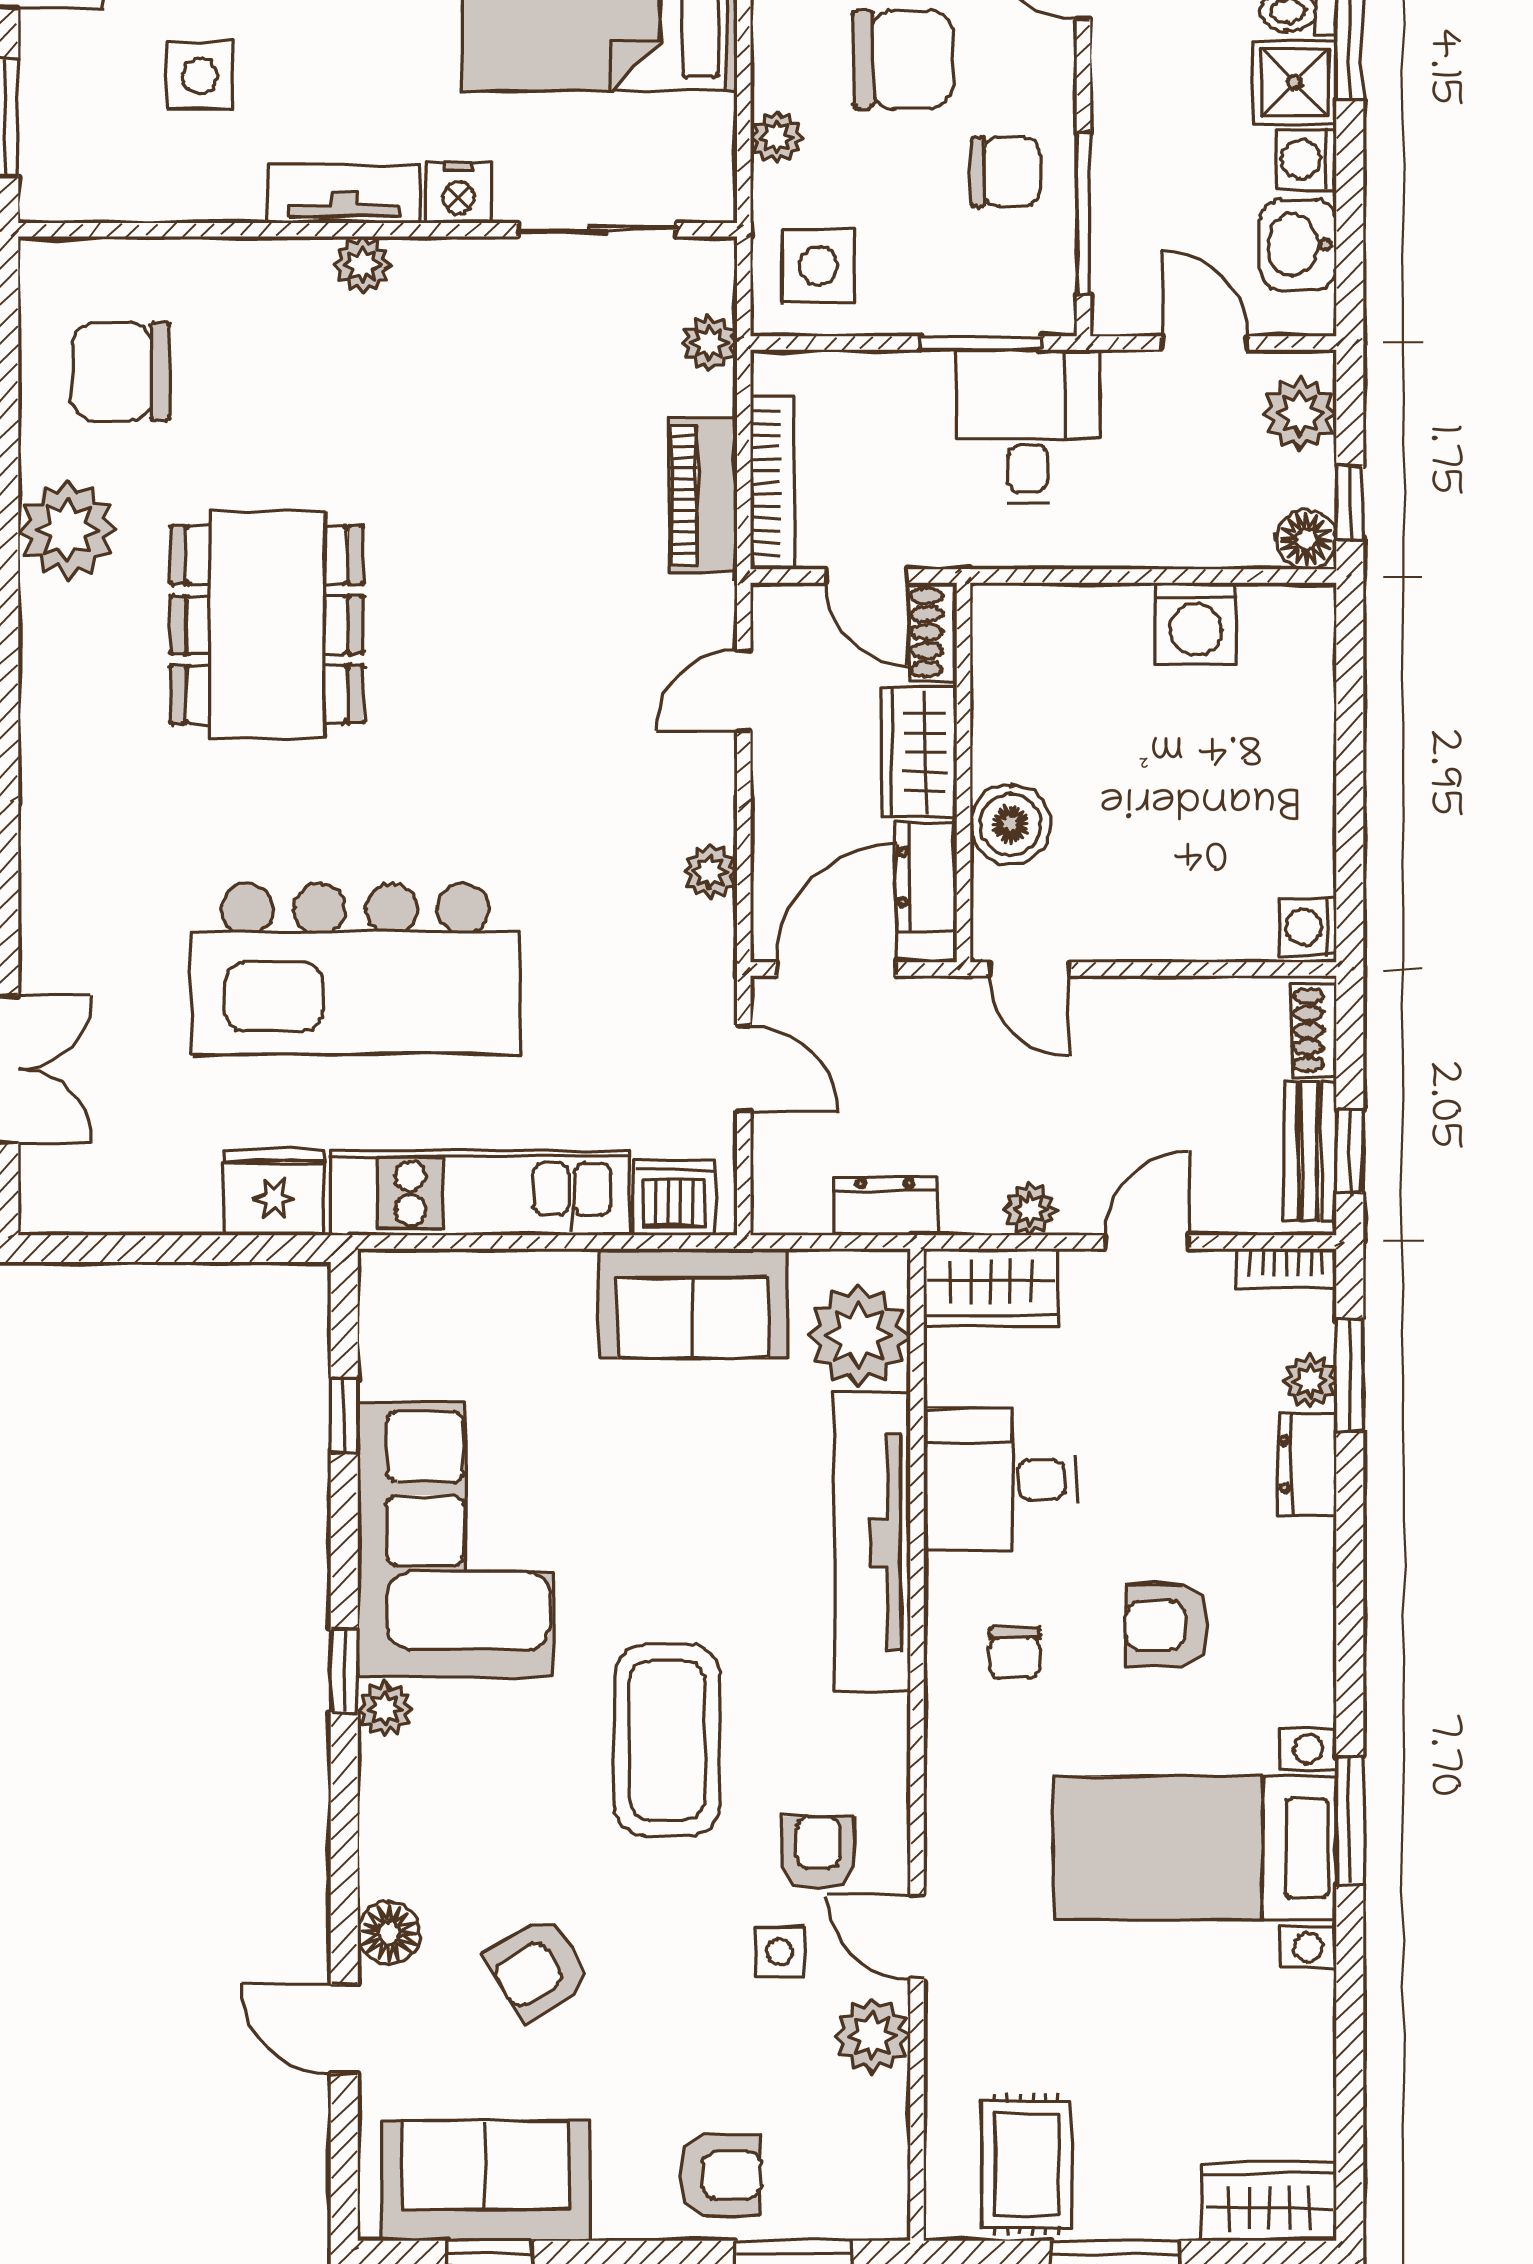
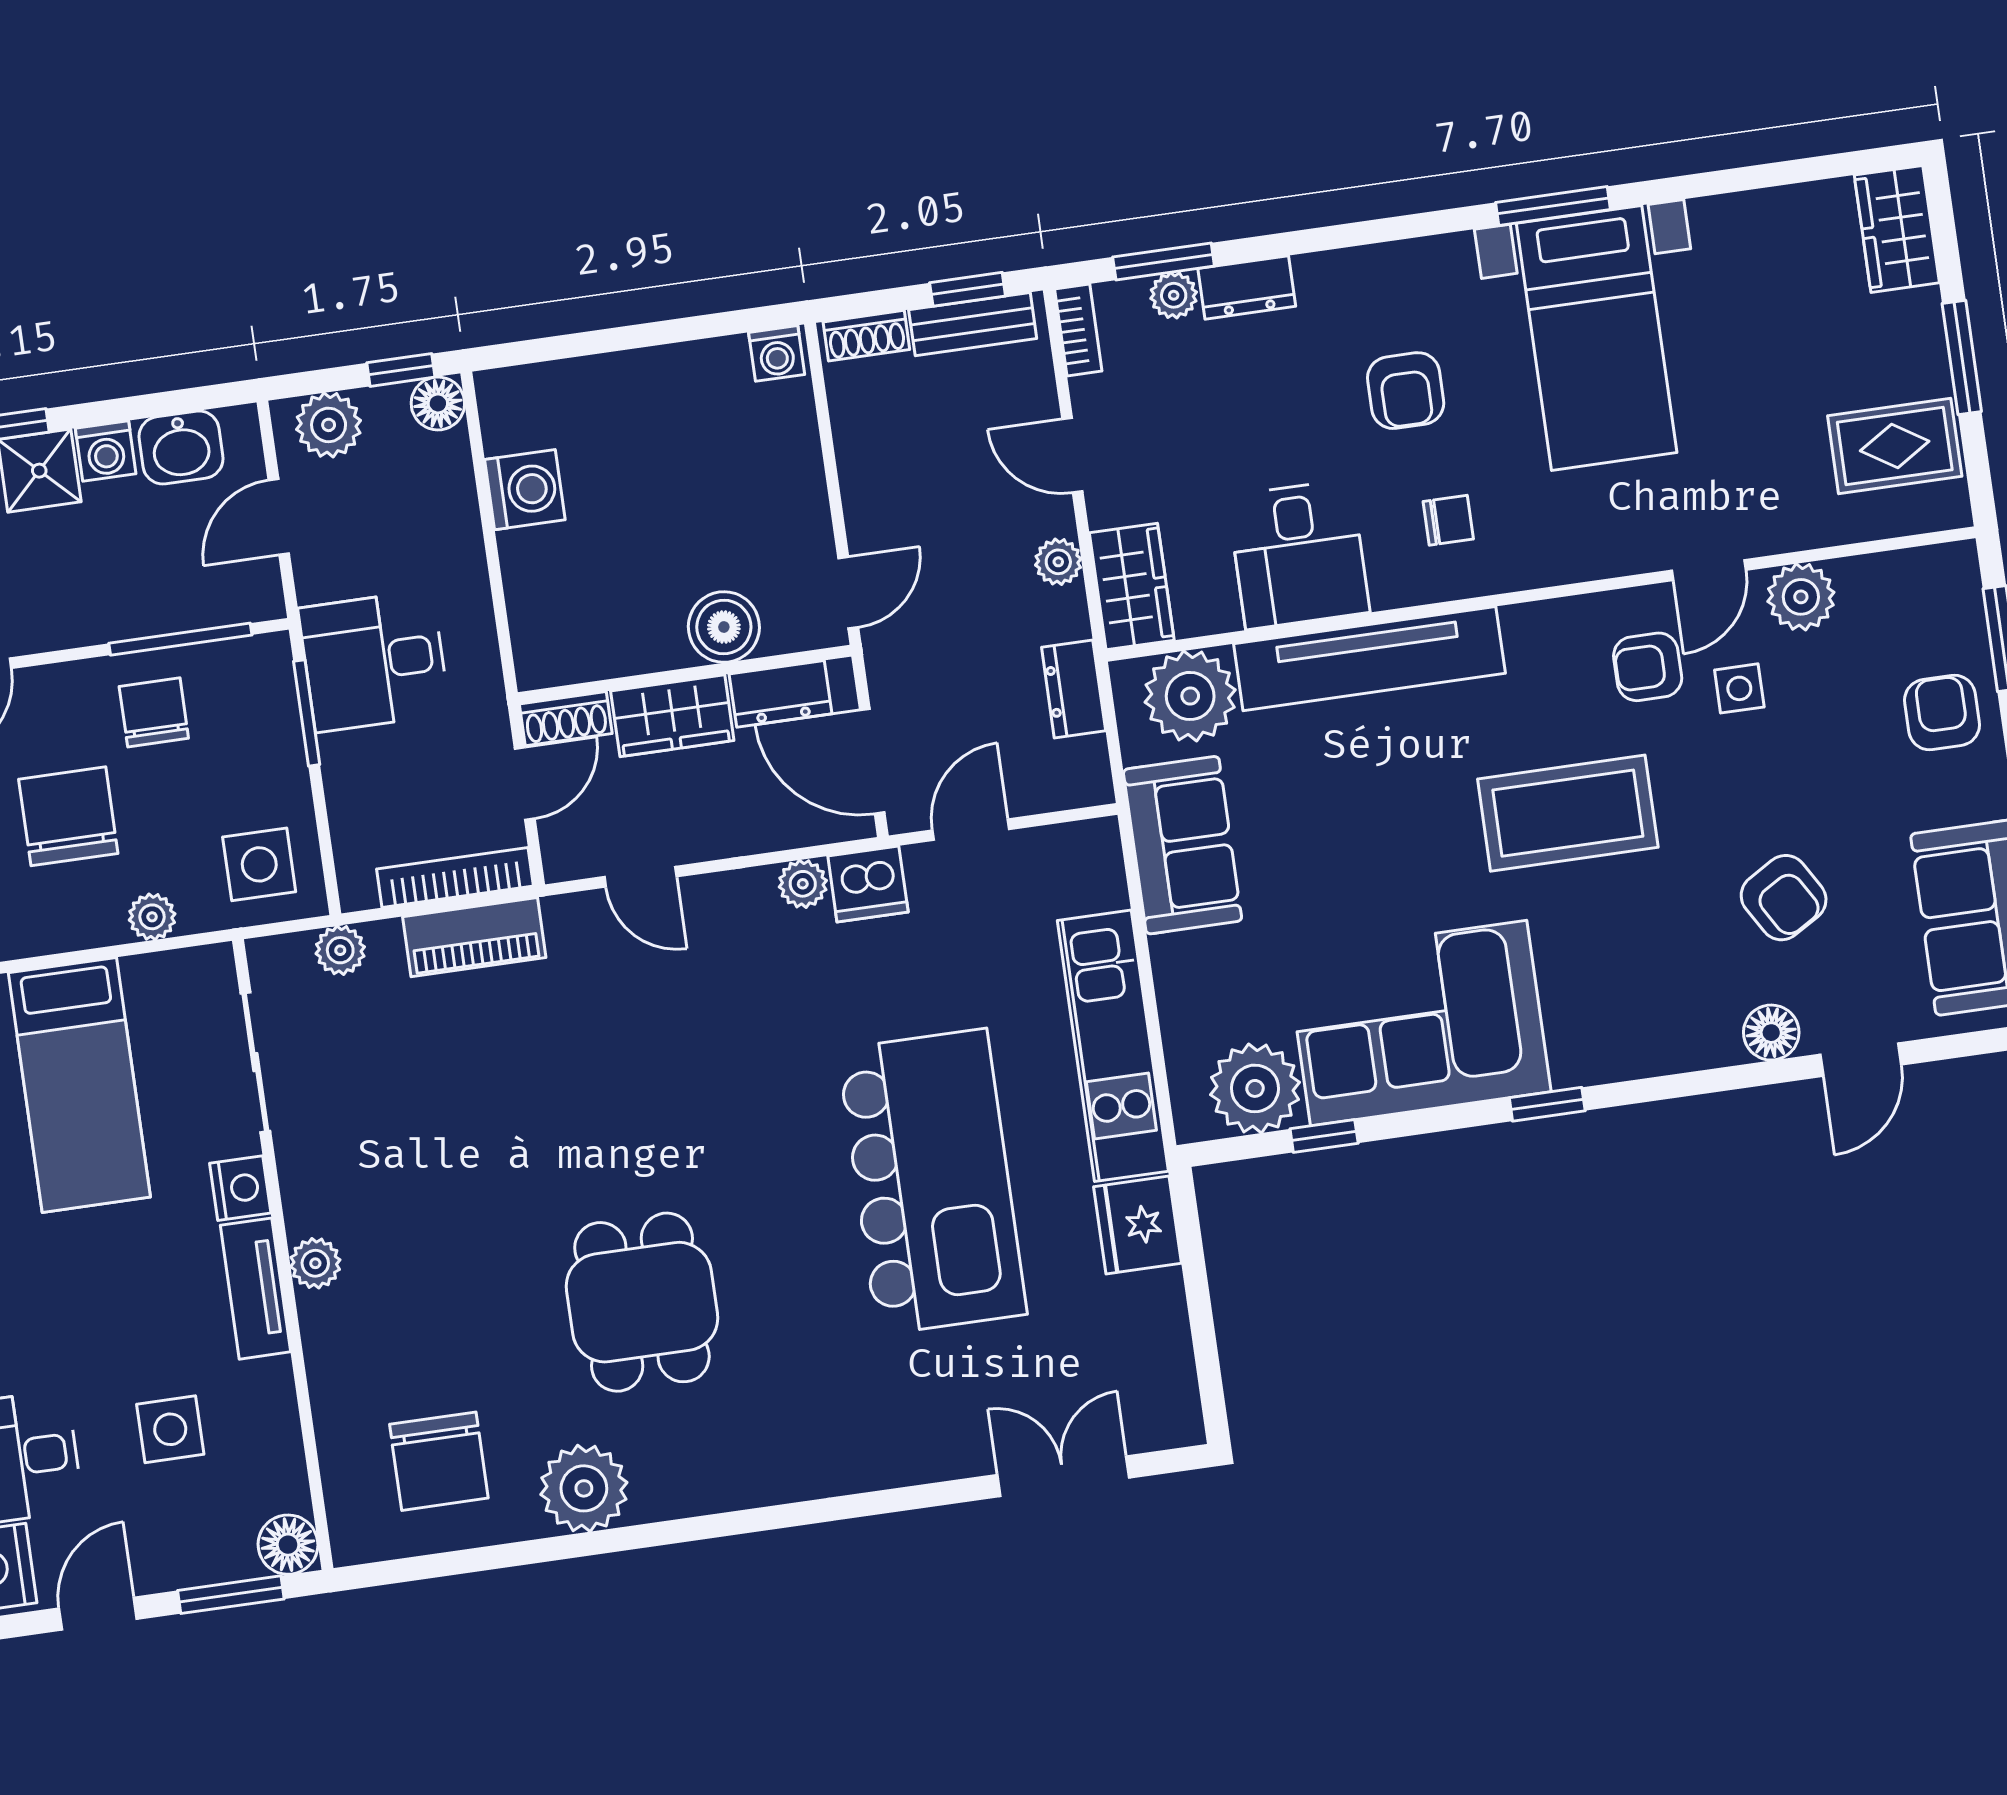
floor lamp: (52, 189) -> (288, 1545), added
dining table: (267, 625) -> (642, 1302), width x0.73
dishwasher: (674, 1197) -> (868, 884), moved, turned -90
plant: (385, 1709) -> (1255, 1088), moved, width x1.88, depth x1.88

